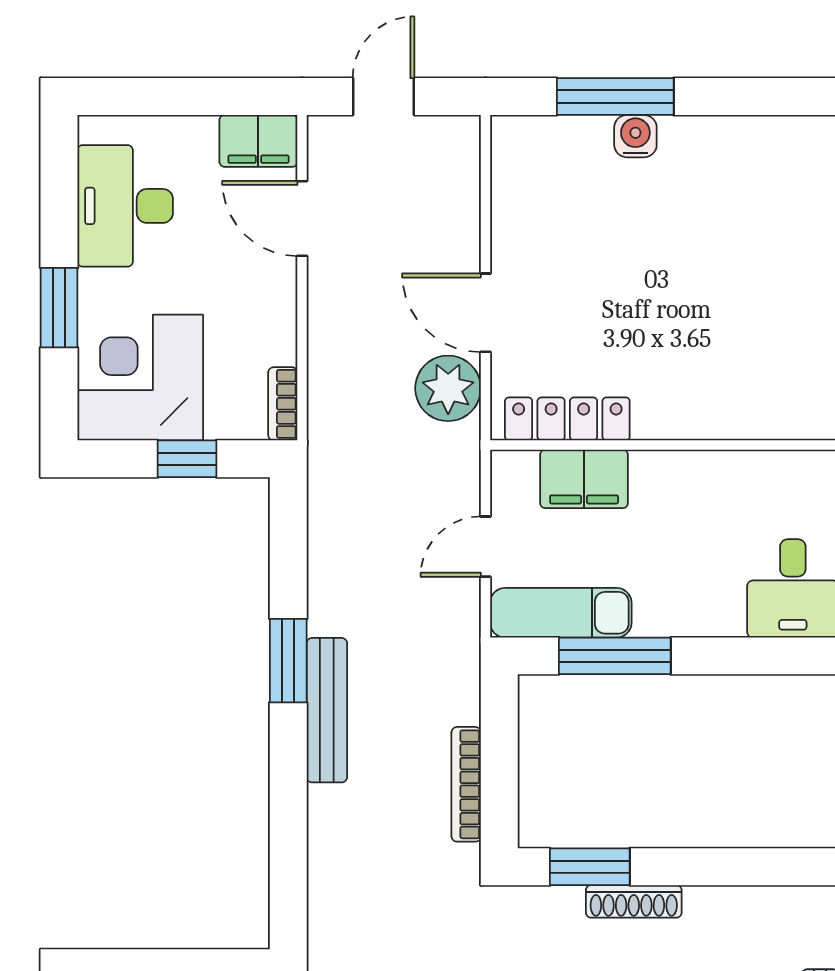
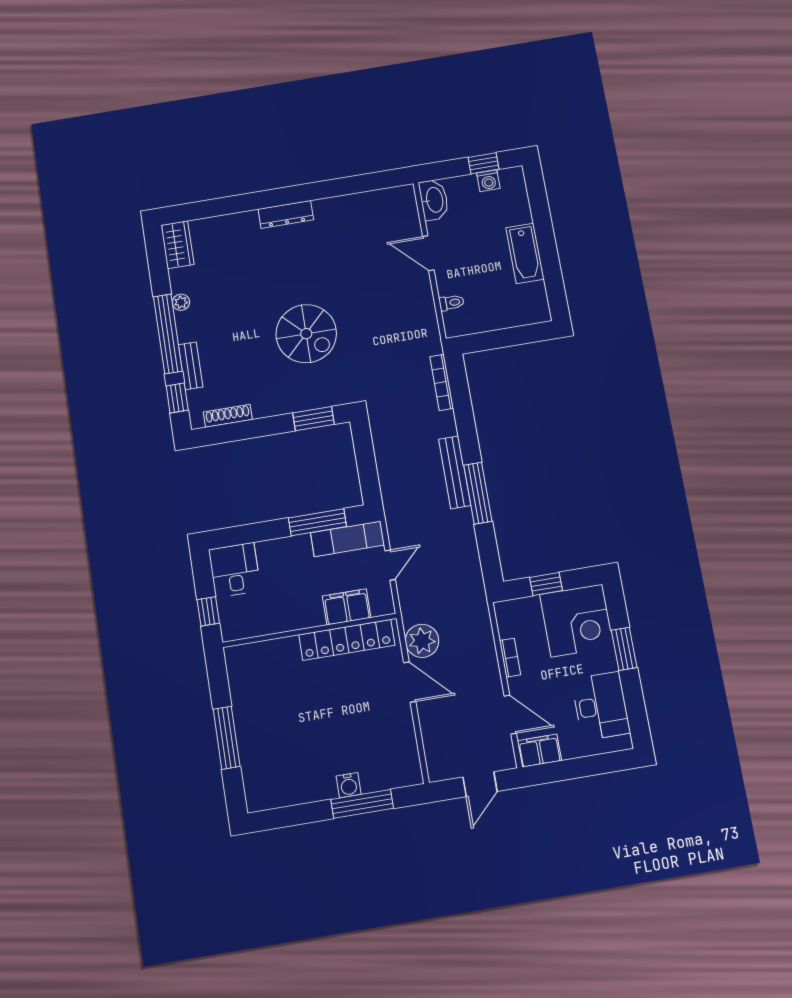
bookcase: (283, 404) -> (510, 658), moved
locker: (567, 419) -> (347, 640), width x1.41, depth x1.21
window: (288, 661) -> (478, 493), width x1.44
bookcase: (466, 784) -> (442, 382), moved, turned 180
shoe rack: (634, 901) -> (228, 416), moved

